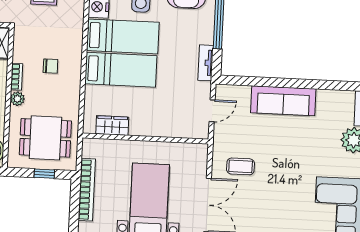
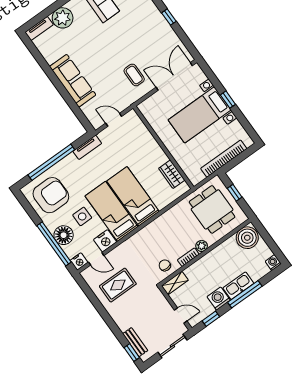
chair: (50, 66) -> (165, 265), moved

